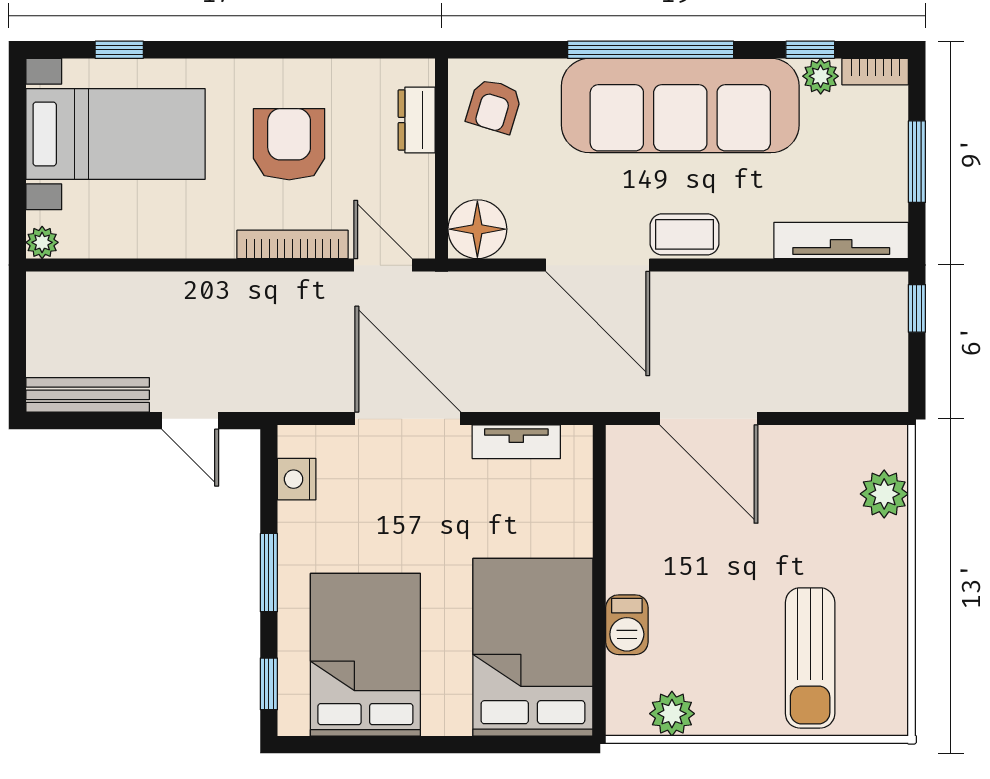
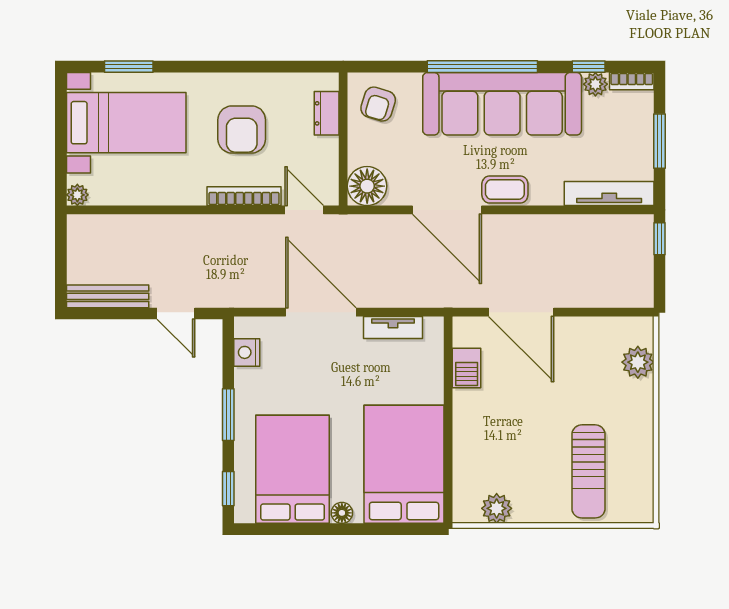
window: (119, 50) -> (129, 67), width x1.50
armchair: (289, 144) -> (242, 129), turned 180
barbecue: (627, 625) -> (467, 368), moved
floor lamp: (440, 720) -> (342, 513), added

